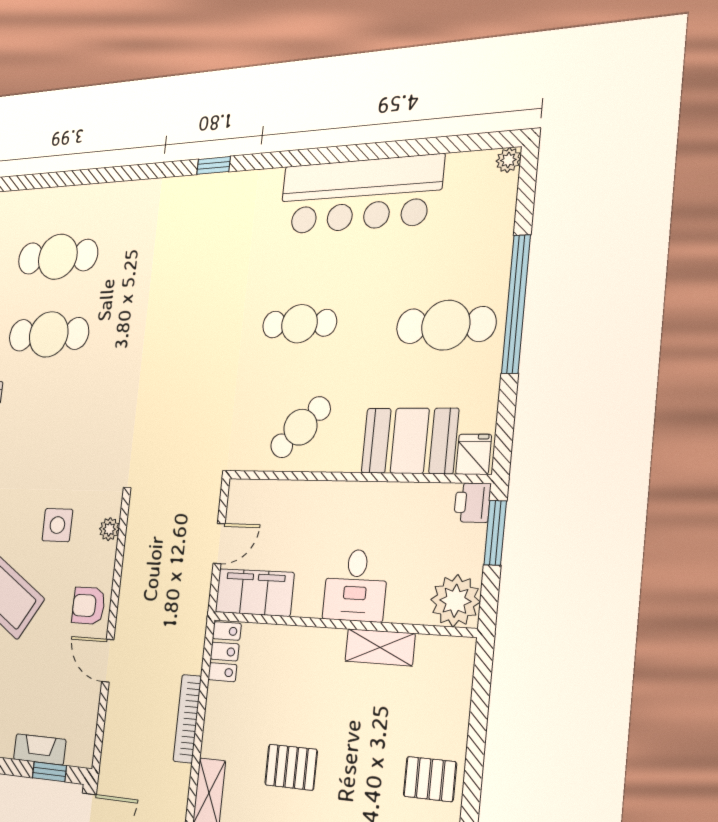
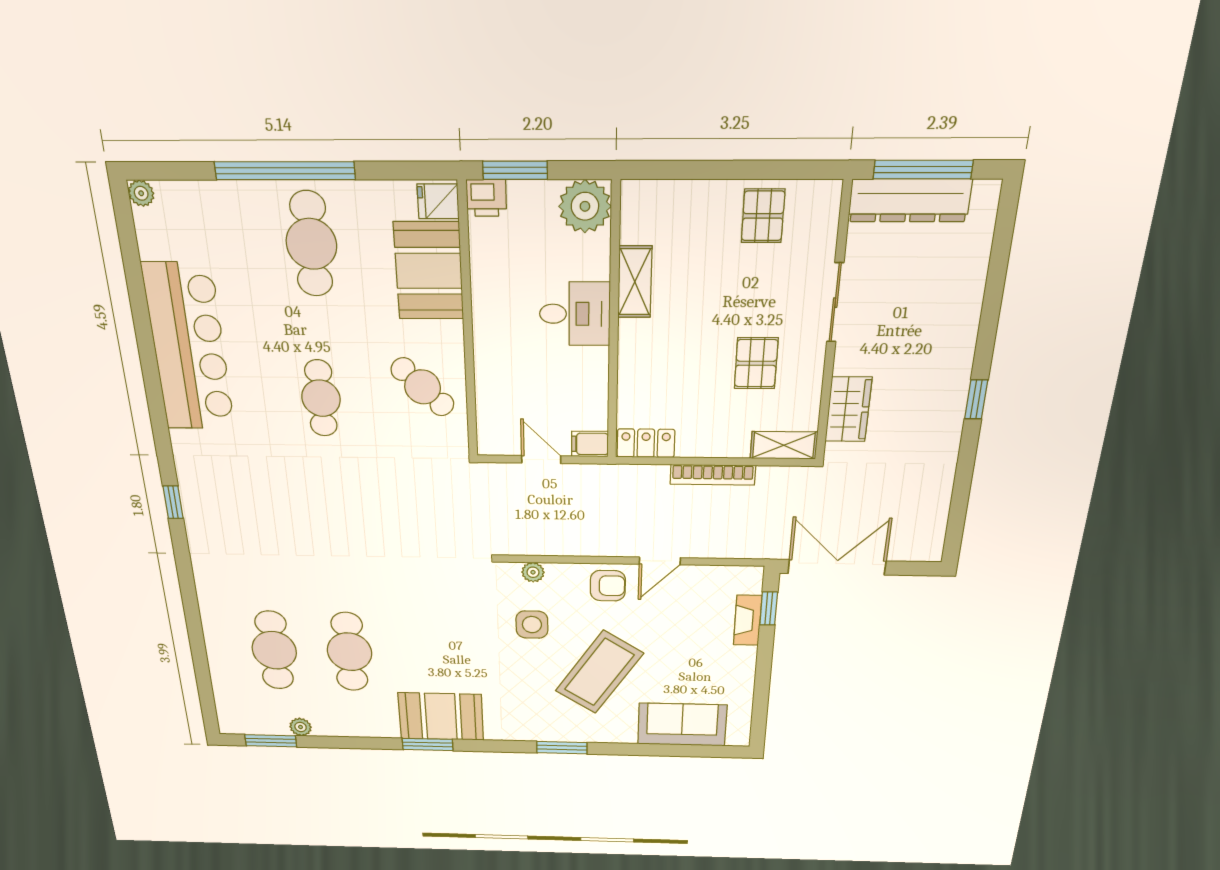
filing cabinet: (254, 592) -> (590, 444), width x0.33, depth x0.86
armchair: (88, 606) -> (608, 586), turned -90

